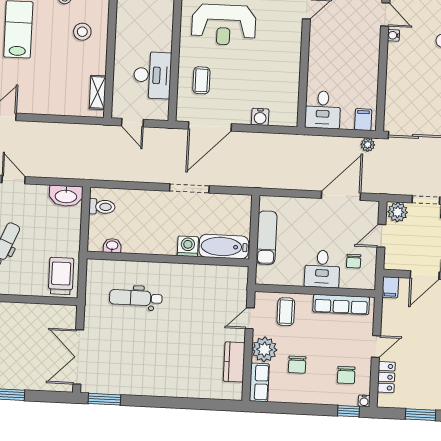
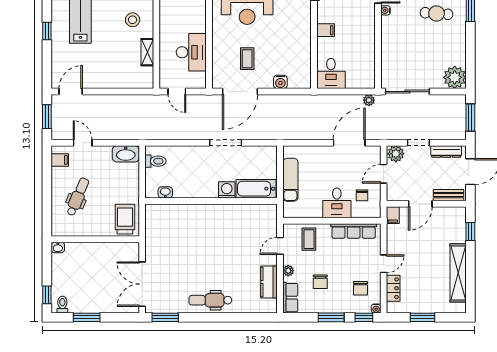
coffee table: (201, 80) -> (247, 59), moved
shelving: (98, 92) -> (147, 52), moved
filing cabinet: (363, 120) -> (326, 30), moved, turned 90
dental chair: (136, 298) -> (210, 300), moved
plant: (264, 349) -> (288, 271), width x0.53, depth x0.53
window: (308, 409) -> (331, 317), added

